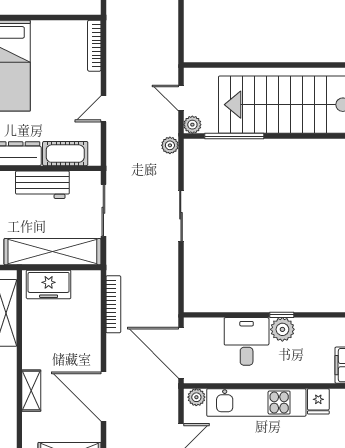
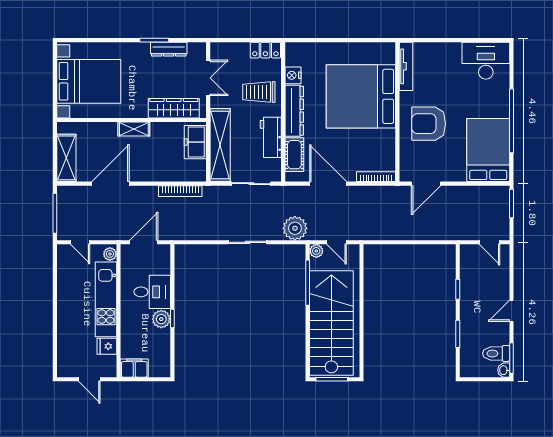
door: (181, 98) -> (336, 242), swing flipped
door: (103, 109) -> (328, 184), width x1.88
plant: (170, 145) -> (295, 228), width x1.87, depth x1.87
door: (181, 353) -> (144, 242), width x0.73
shelving: (31, 391) -> (134, 129), moved

